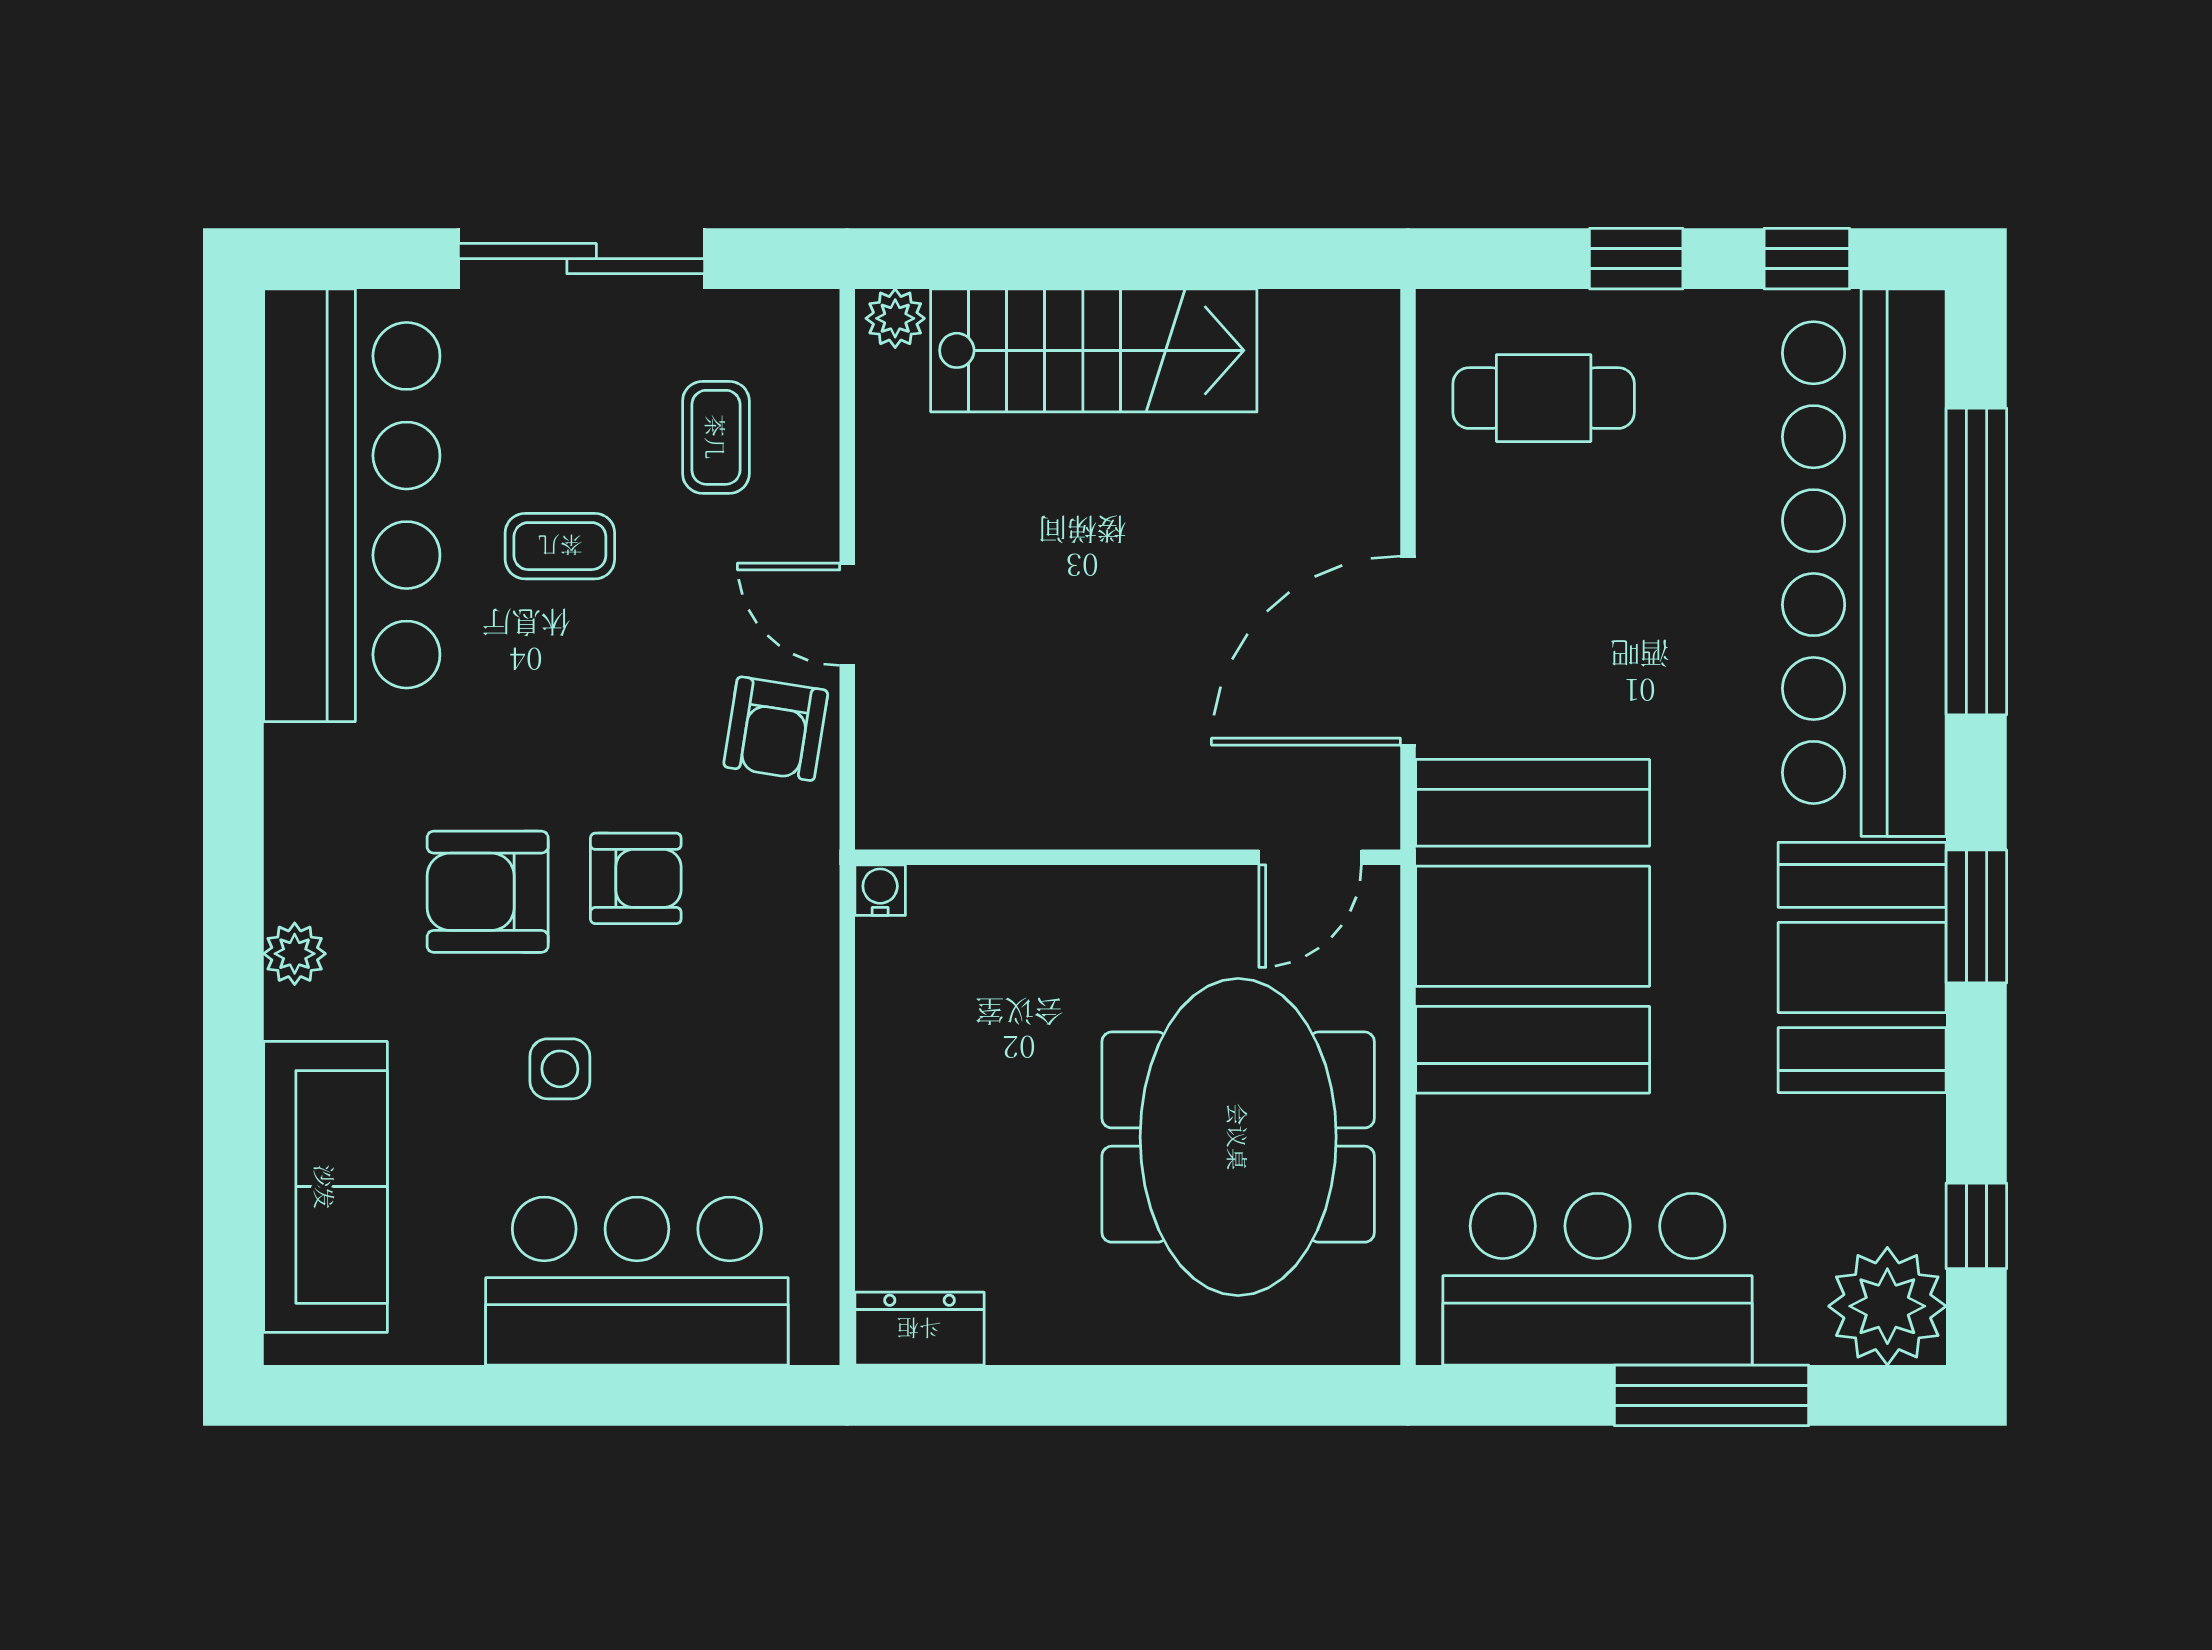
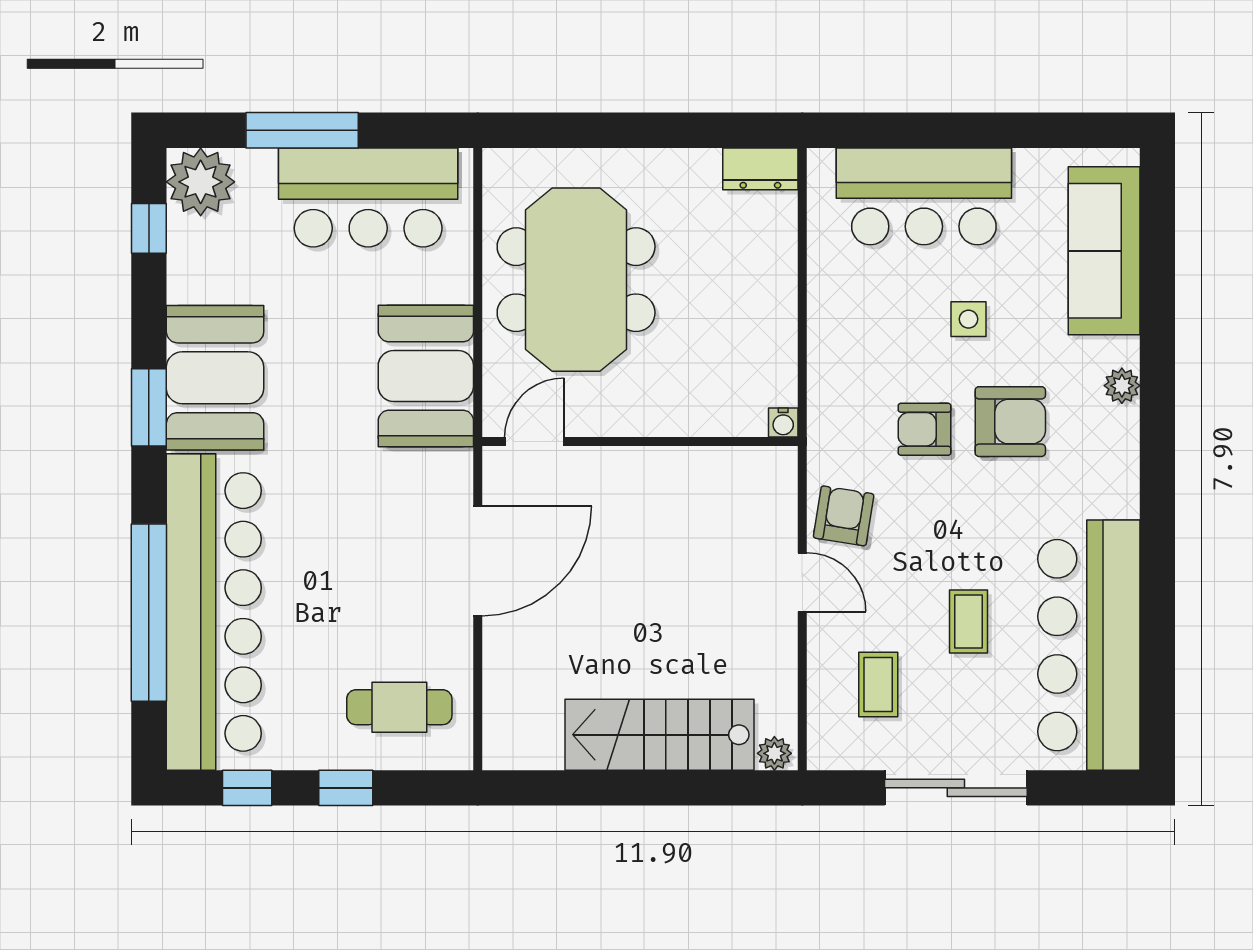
coffee table: (560, 546) -> (968, 622), turned 90
booth: (1533, 926) -> (426, 376), width x0.73, depth x0.70

